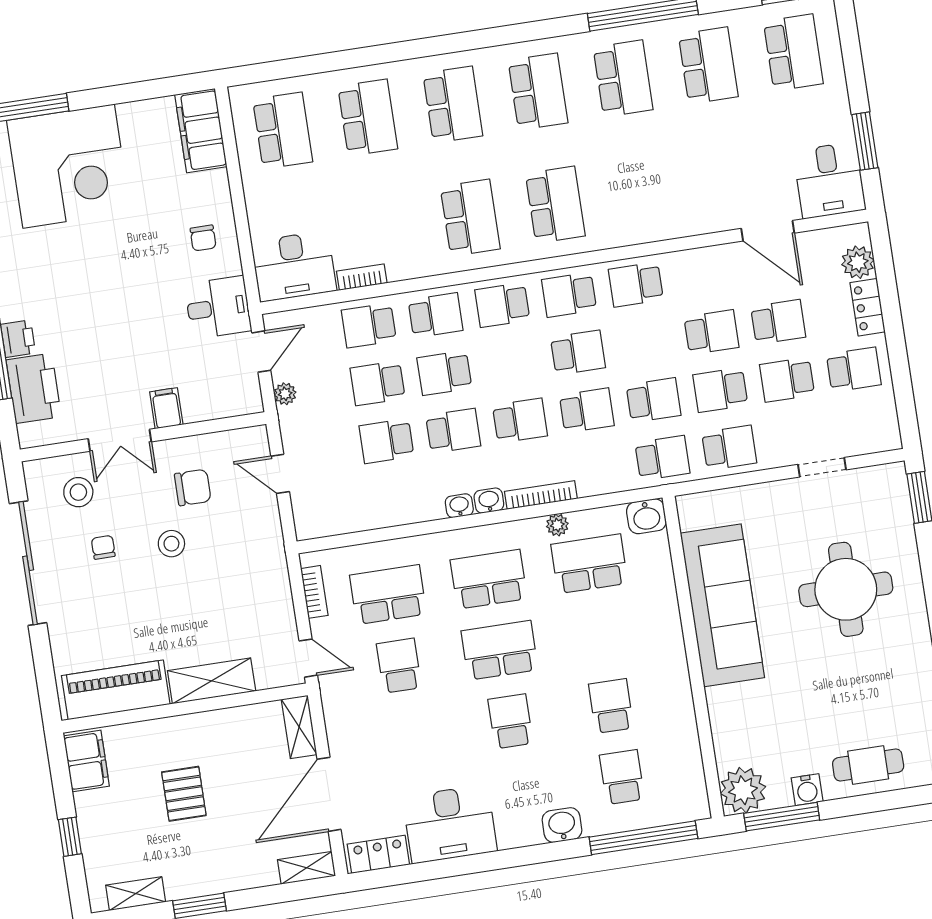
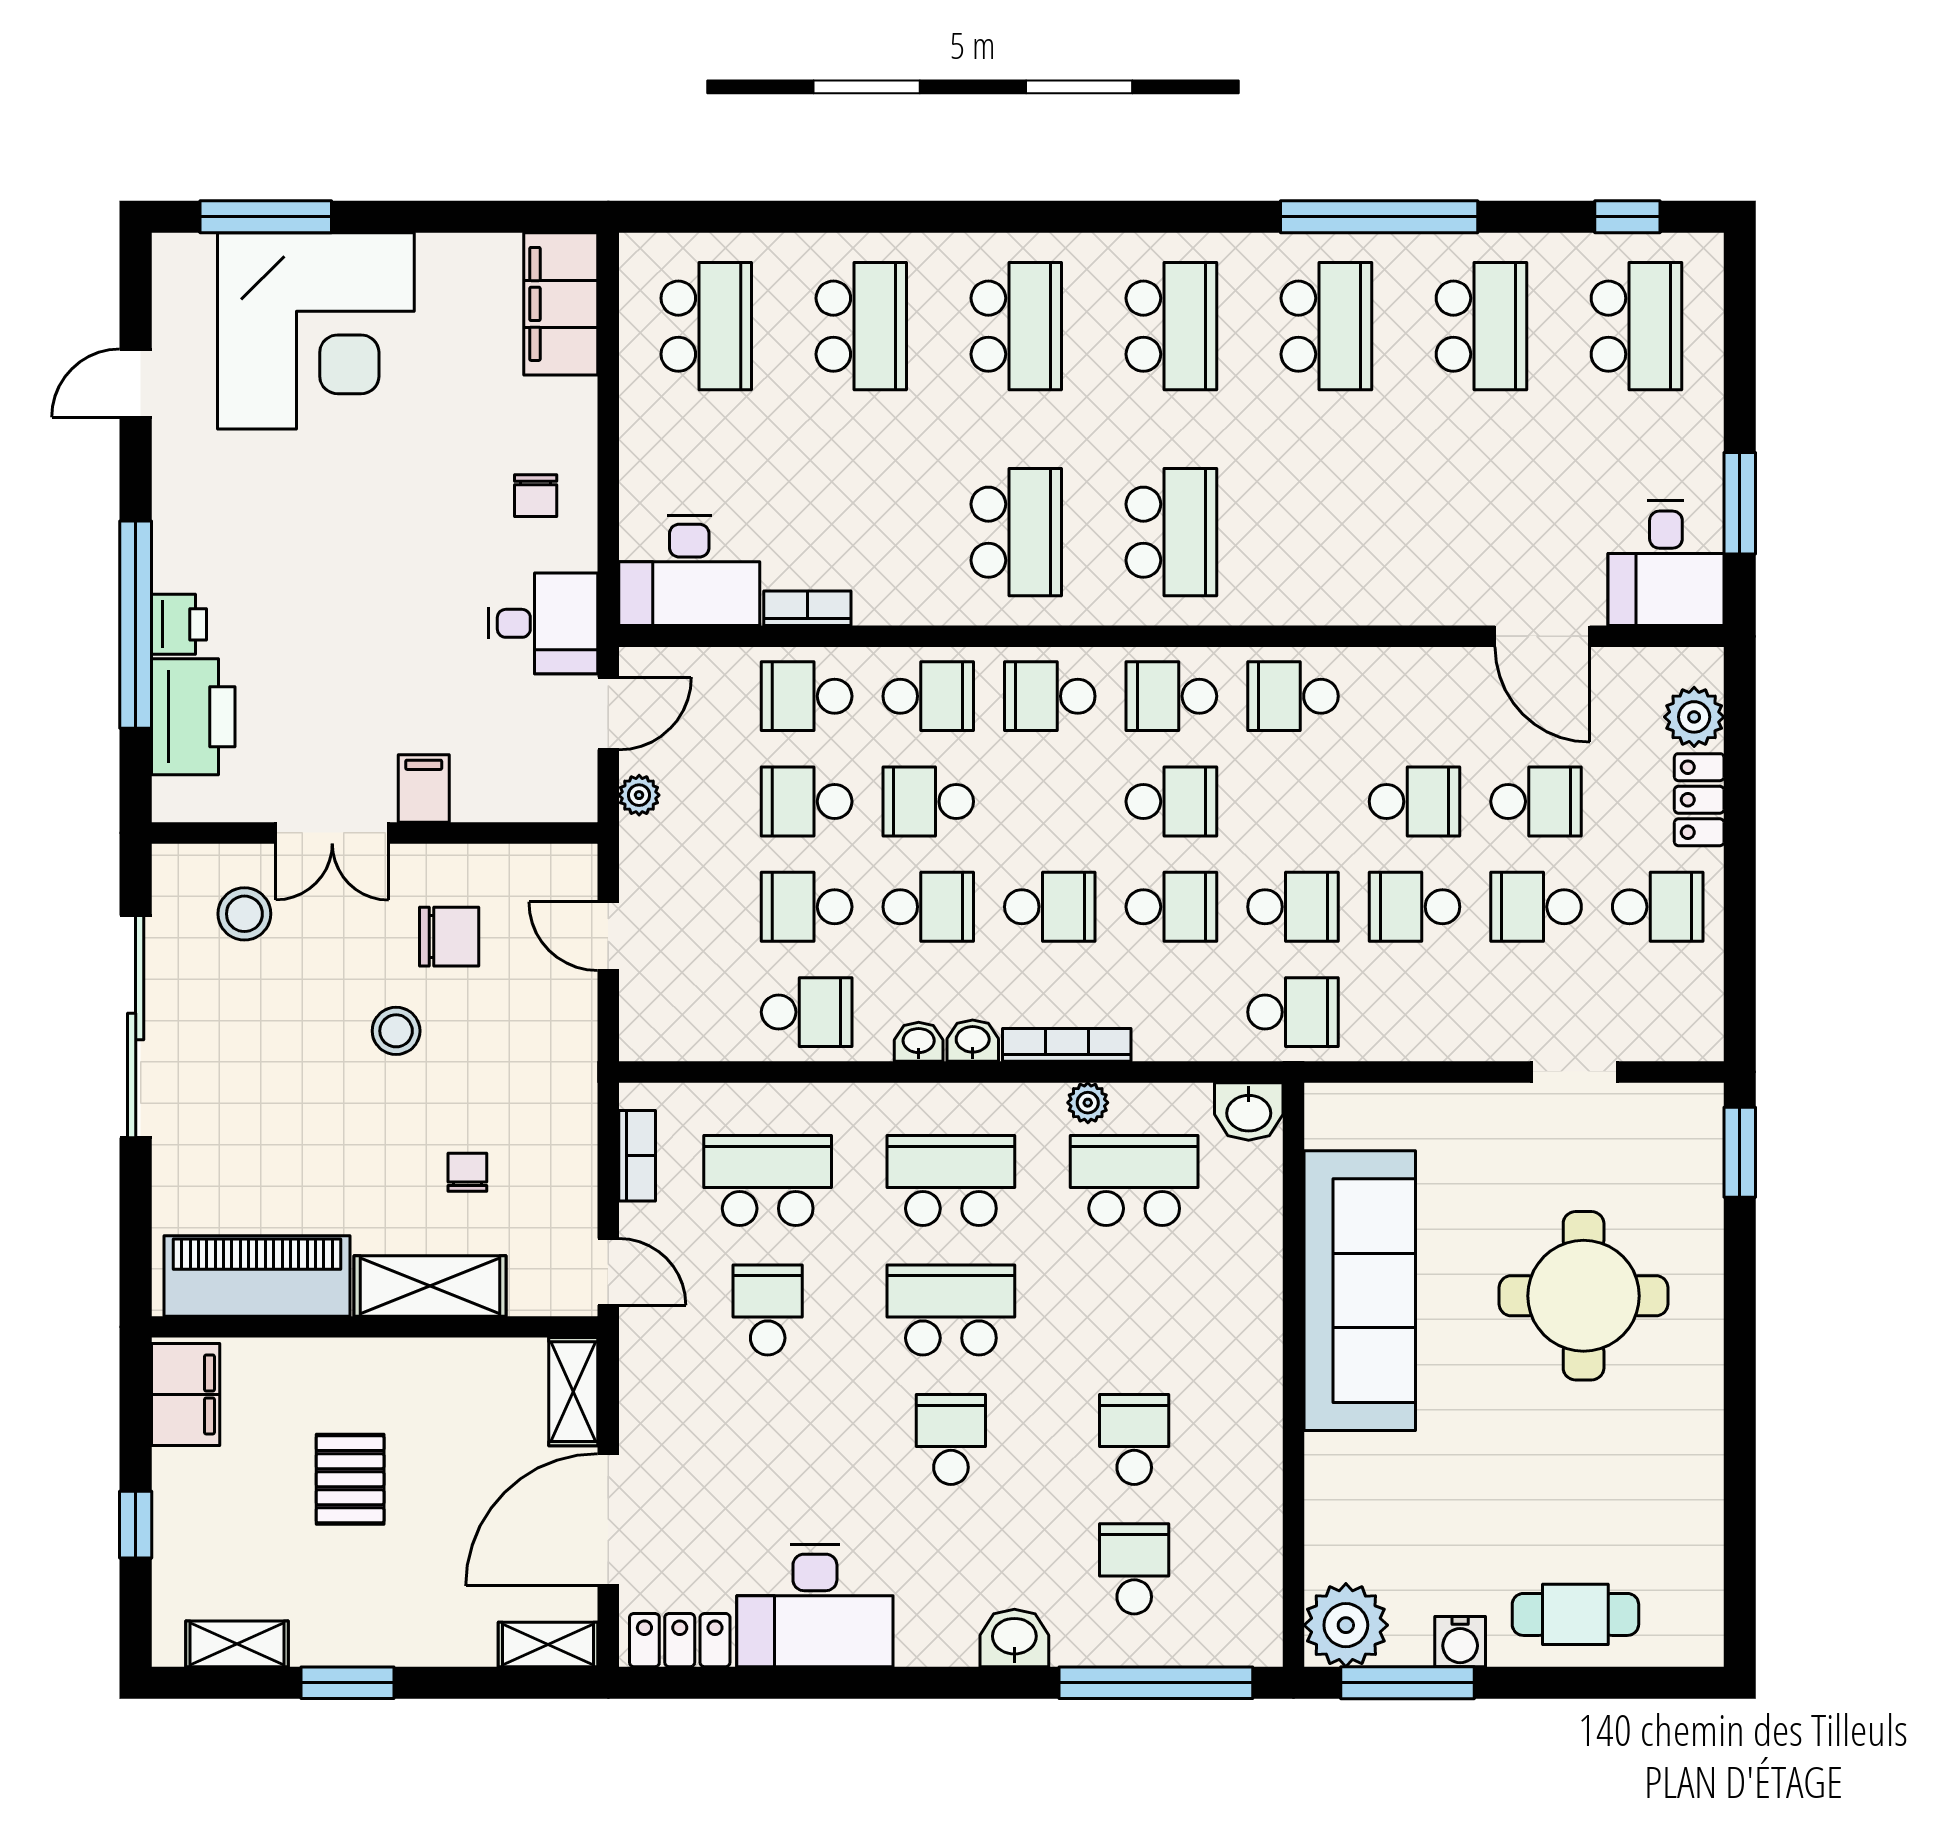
school desk: (729, 448) -> (807, 1012), moved
chair: (103, 547) -> (467, 1172), moved

